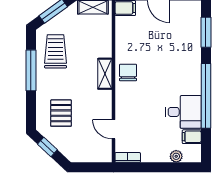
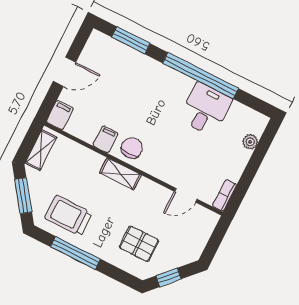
chair: (128, 72) -> (132, 148), turned 90
filing cabinet: (192, 137) -> (105, 139), moved, turned 180

